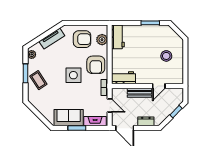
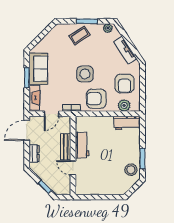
stool: (166, 56) -> (131, 170), moved
workbench: (124, 78) -> (82, 145), moved

